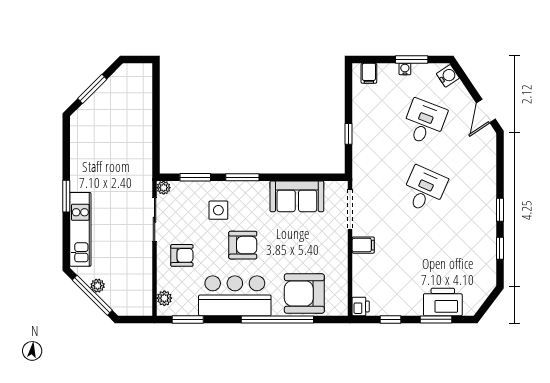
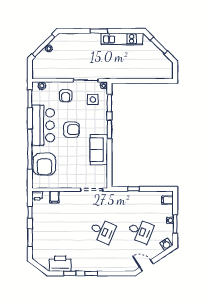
sofa: (297, 196) -> (99, 150), moved
side table: (218, 210) -> (93, 99), moved
kitchen unit: (80, 229) -> (122, 39), moved
armchair: (243, 245) -> (71, 130), turned -90
filing cabinet: (363, 245) -> (54, 197), moved
armchair: (304, 293) -> (44, 164), turned 180
printer: (443, 302) -> (60, 264), moved, turned -90

